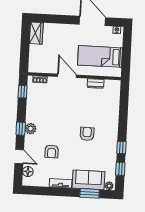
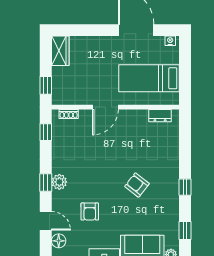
window: (24, 58) -> (46, 85), added
door: (67, 76) -> (105, 107), swing flipped
dresser: (96, 84) -> (160, 116), moved
armchair: (87, 134) -> (137, 185), turned -53
window: (121, 148) -> (185, 187), moved

